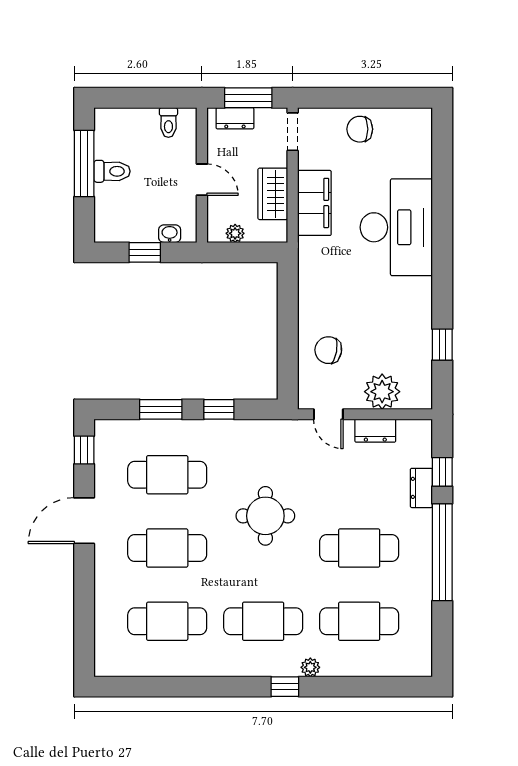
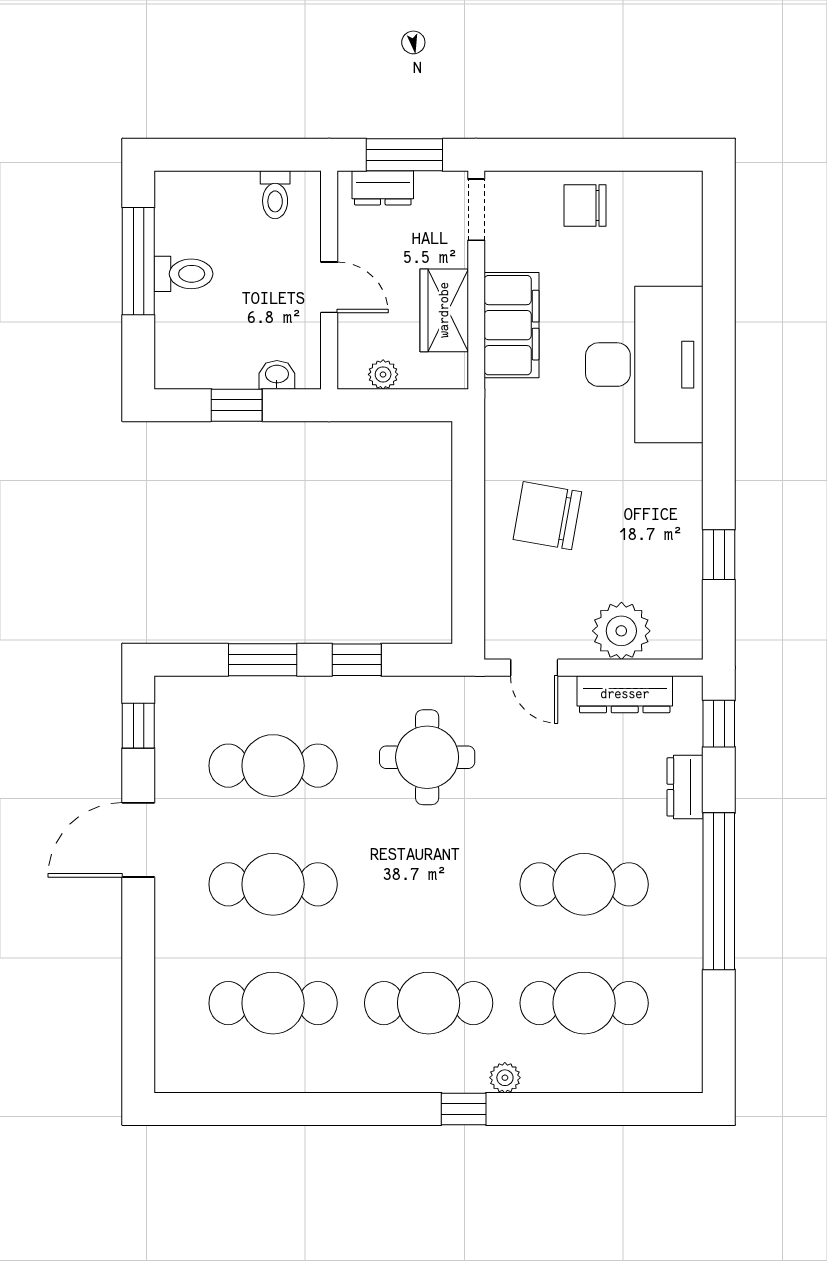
chair: (328, 350) -> (547, 516), moved, width x1.37, depth x1.37
dresser: (375, 431) -> (625, 694), width x1.44
window: (442, 472) -> (719, 724), moved
round table: (265, 516) -> (427, 757), moved

